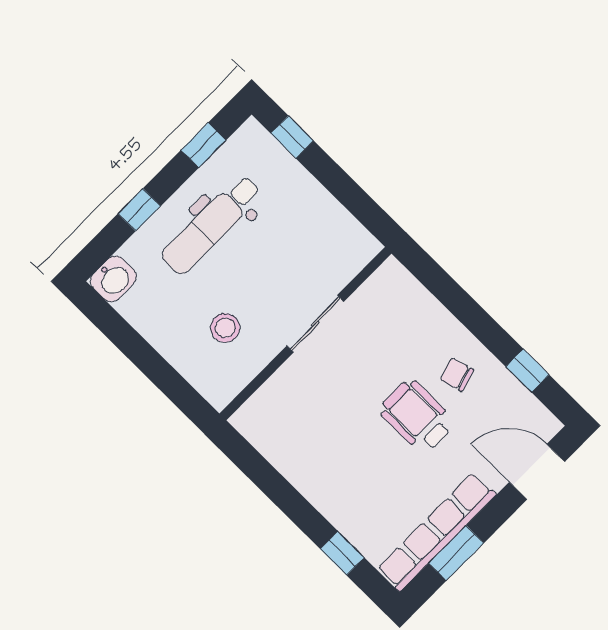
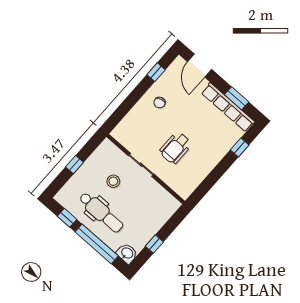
window: (292, 137) -> (75, 165), moved
window: (139, 210) -> (97, 244), width x3.17
stool: (225, 328) -> (113, 181), moved
window: (131, 343) -> (154, 244), added
wheelchair: (417, 416) -> (176, 148), moved

